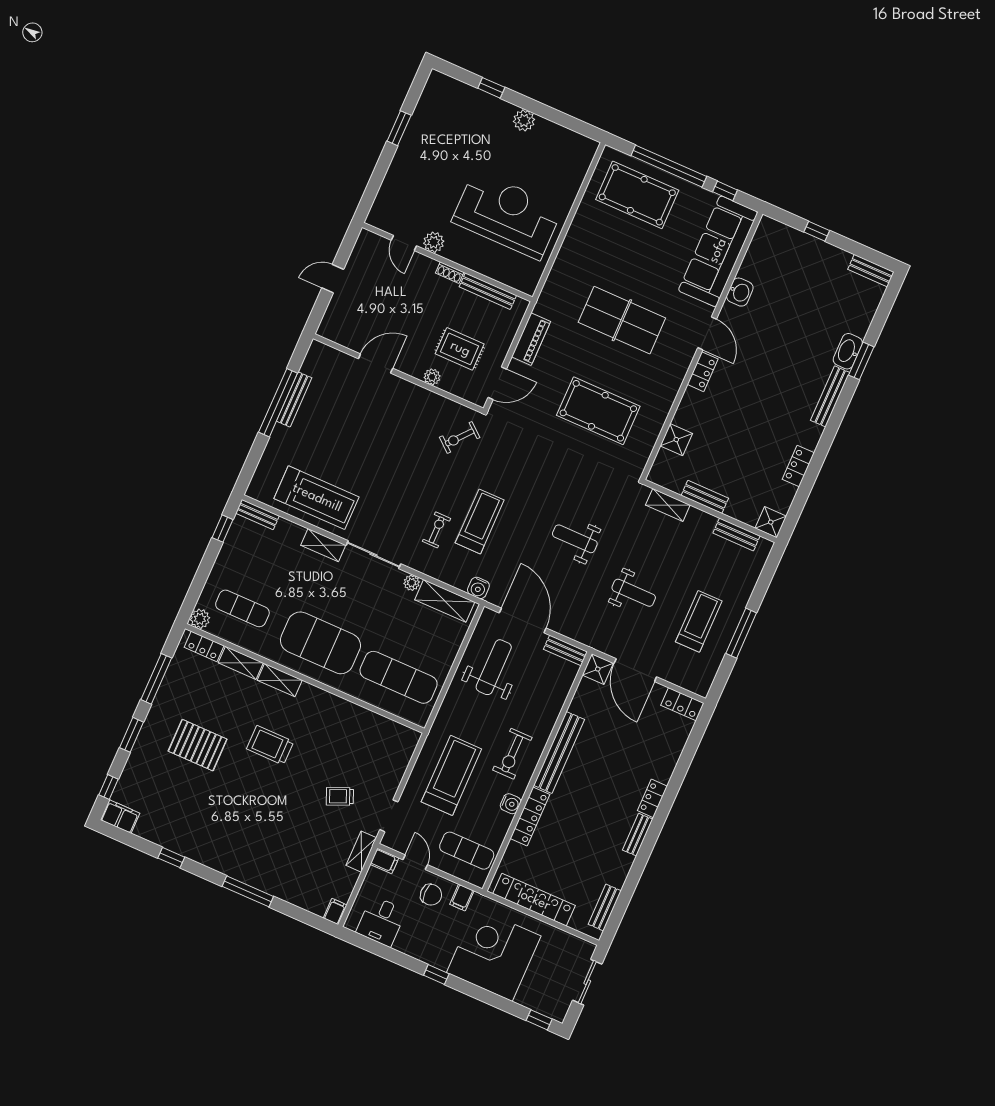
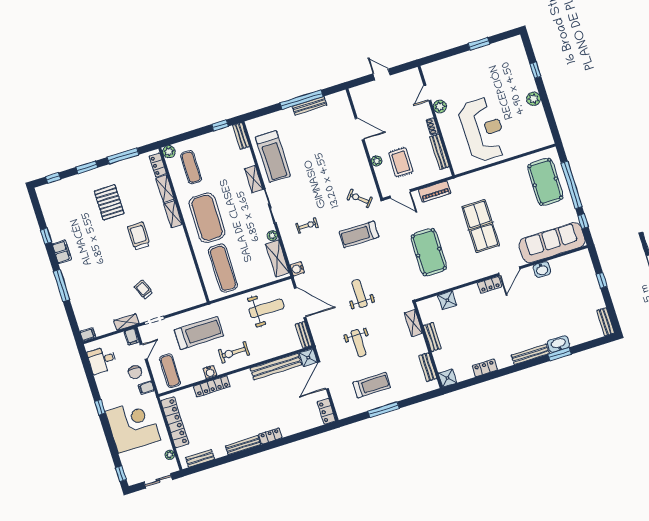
treadmill: (480, 521) -> (359, 234), moved, turned 180
door: (523, 620) -> (300, 303), hinge flipped
bench: (559, 752) -> (276, 367), moved
filing cabinet: (120, 817) -> (62, 252), moved
bench: (638, 835) -> (243, 445), width x1.36
plant: (568, 940) -> (170, 455), added

